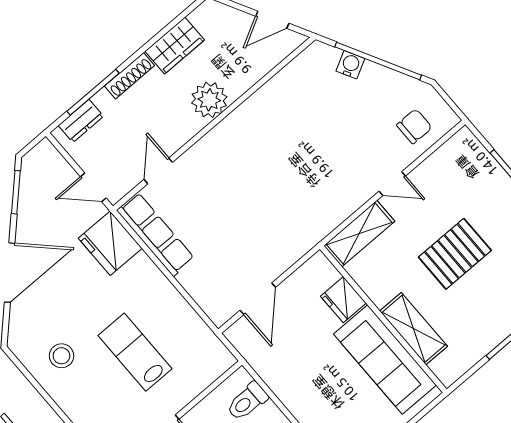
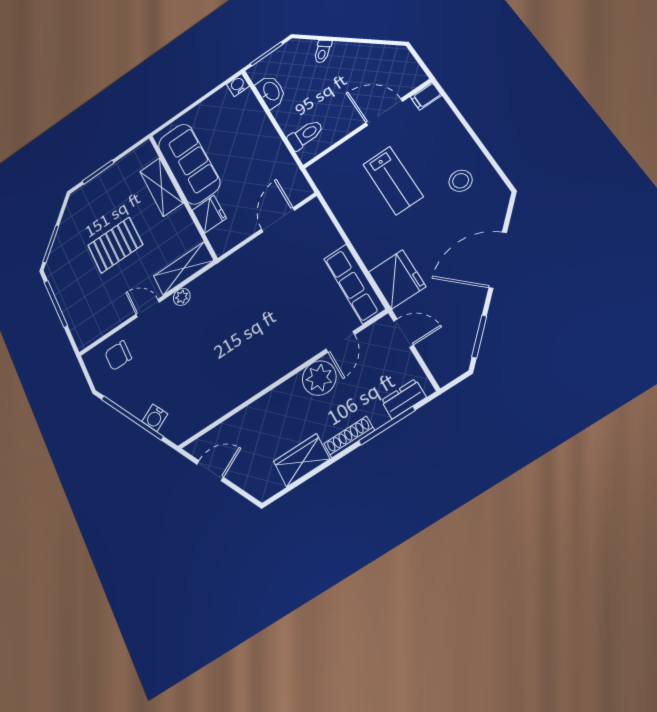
plant: (209, 100) -> (319, 378), moved
plant: (353, 201) -> (182, 297), added

